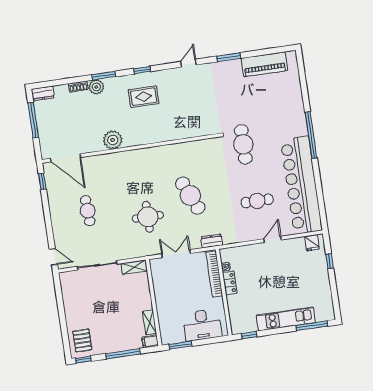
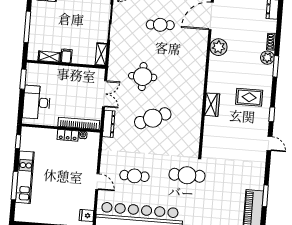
window: (229, 57) -> (265, 196), moved
window: (142, 70) -> (272, 114), moved
rug: (144, 97) -> (249, 97), turned 90
wardrobe: (161, 135) -> (212, 105), added
plant: (113, 140) -> (218, 47), moved
cafe table: (257, 201) -> (134, 176), turned 90
dresser: (212, 241) -> (109, 124), width x1.44
window: (312, 326) -> (15, 186), moved
filing cabinet: (150, 341) -> (66, 56), moved

